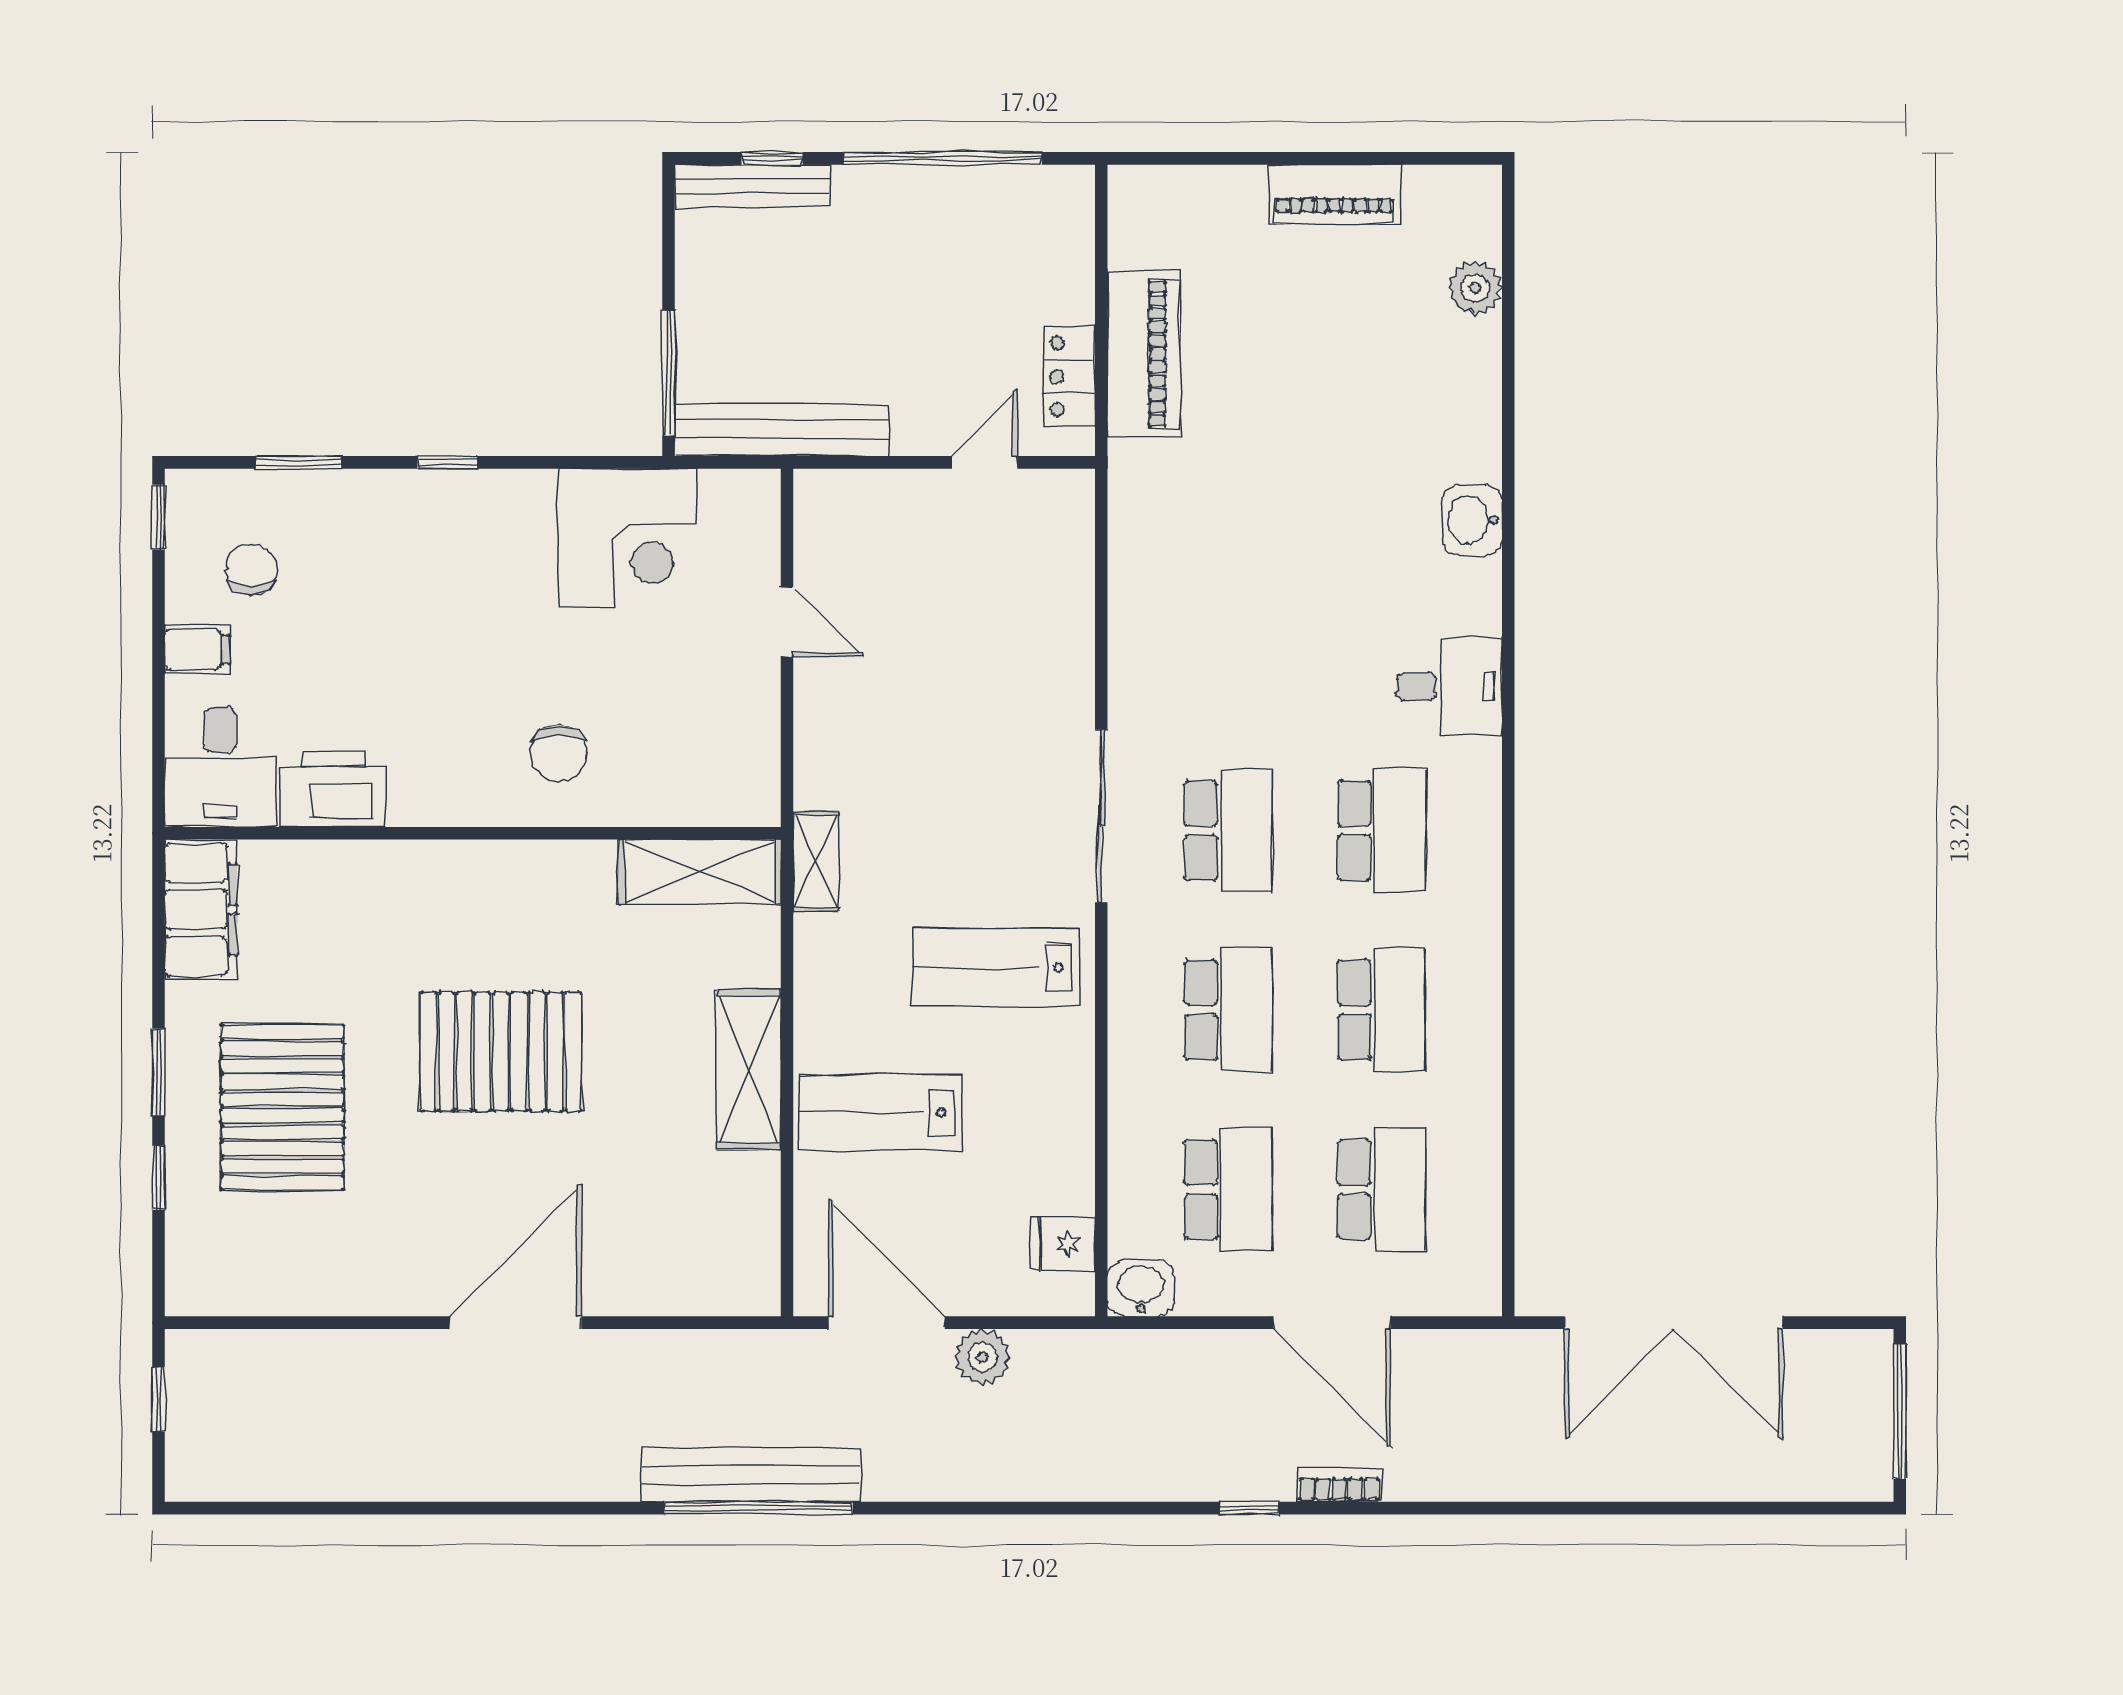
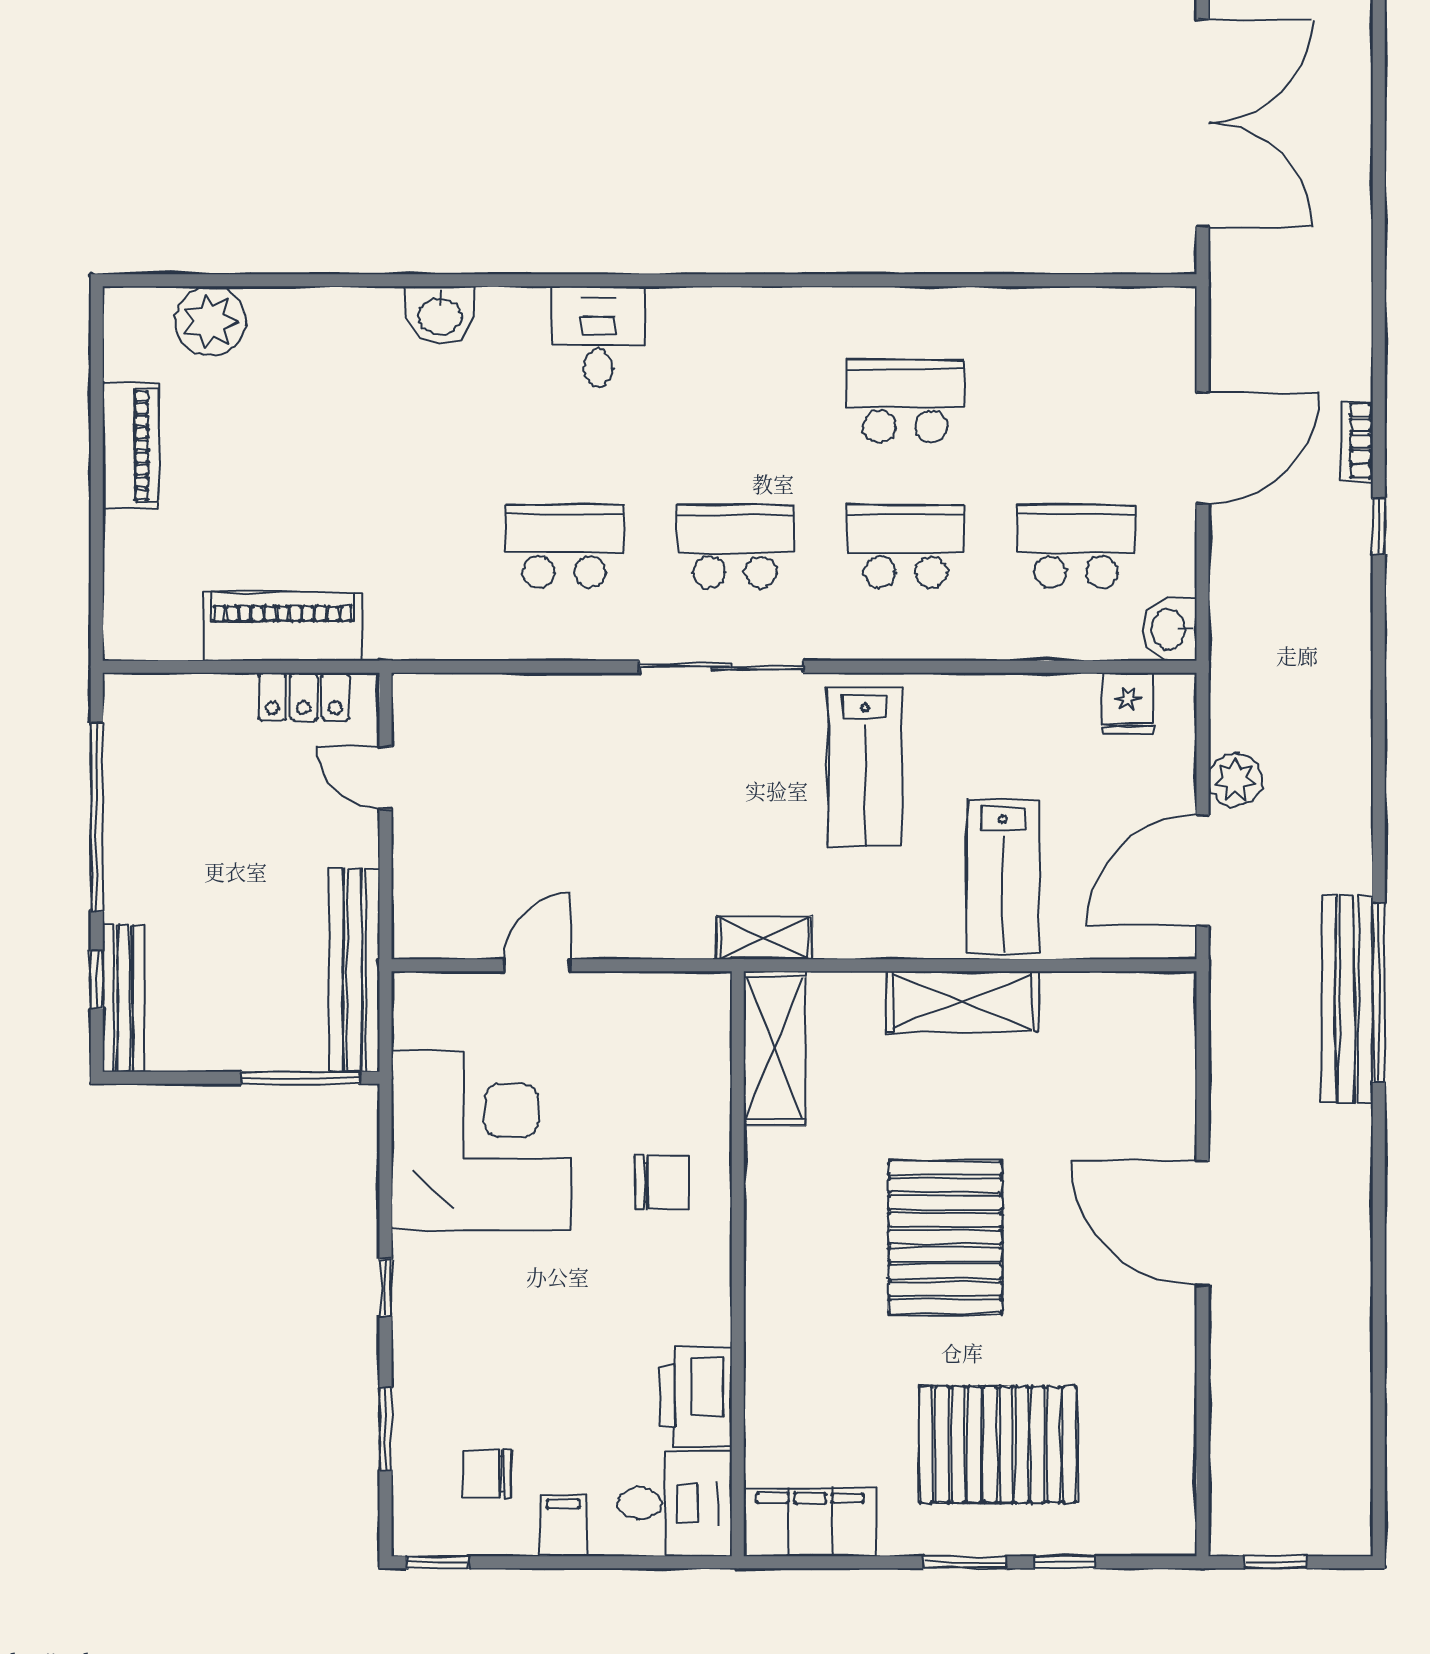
plant: (1475, 288) -> (210, 321), width x1.36, depth x1.36
corner desk: (627, 538) -> (481, 1141), width x1.36, depth x1.36
school desk: (1381, 830) -> (564, 546), moved
school desk: (1381, 1189) -> (1076, 401), removed

